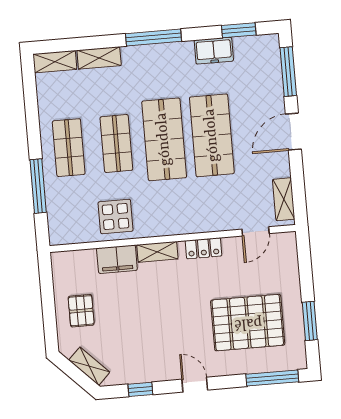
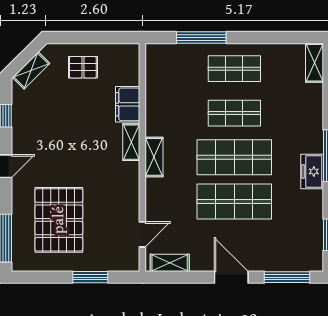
freezer: (214, 51) -> (312, 171), moved
shelving: (99, 58) -> (154, 157), moved
display table: (116, 216) -> (167, 106), removed
door: (256, 231) -> (142, 234), swing flipped
locker: (203, 248) -> (131, 185), removed
window: (310, 321) -> (90, 277), moved

